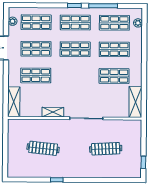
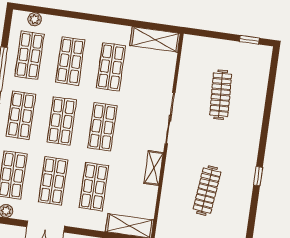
shop shelf: (75, 76) -> (102, 127), added

